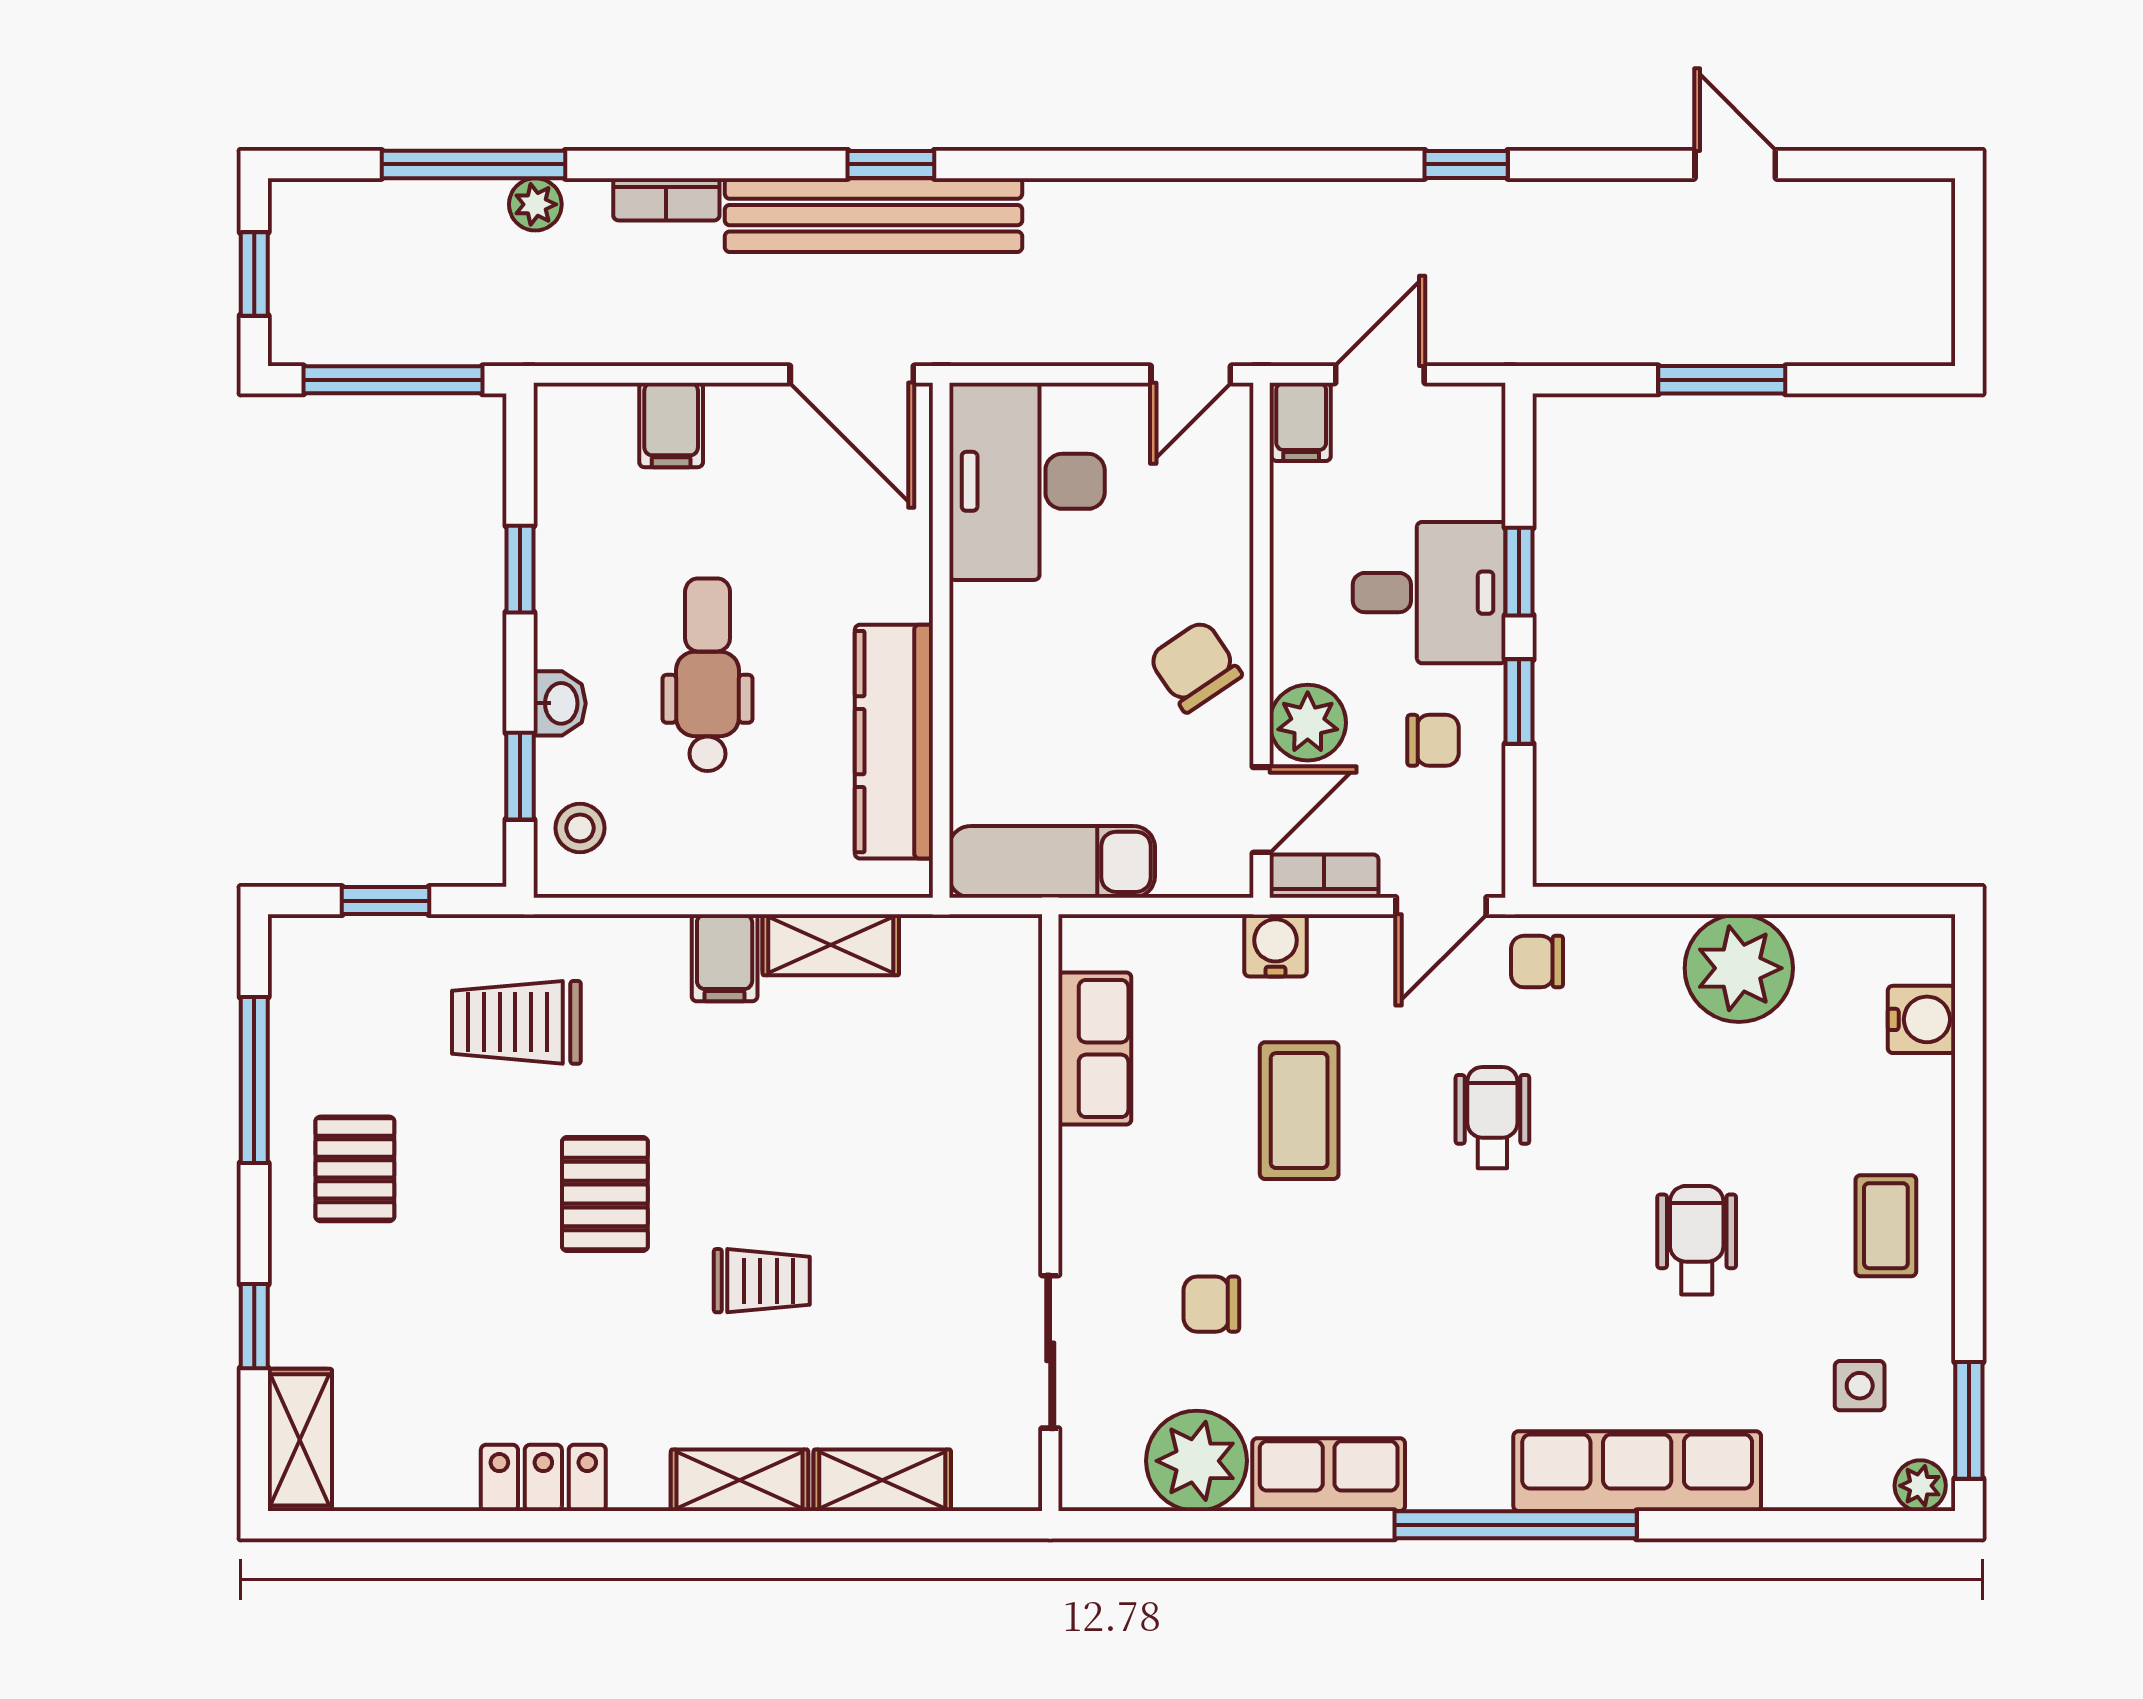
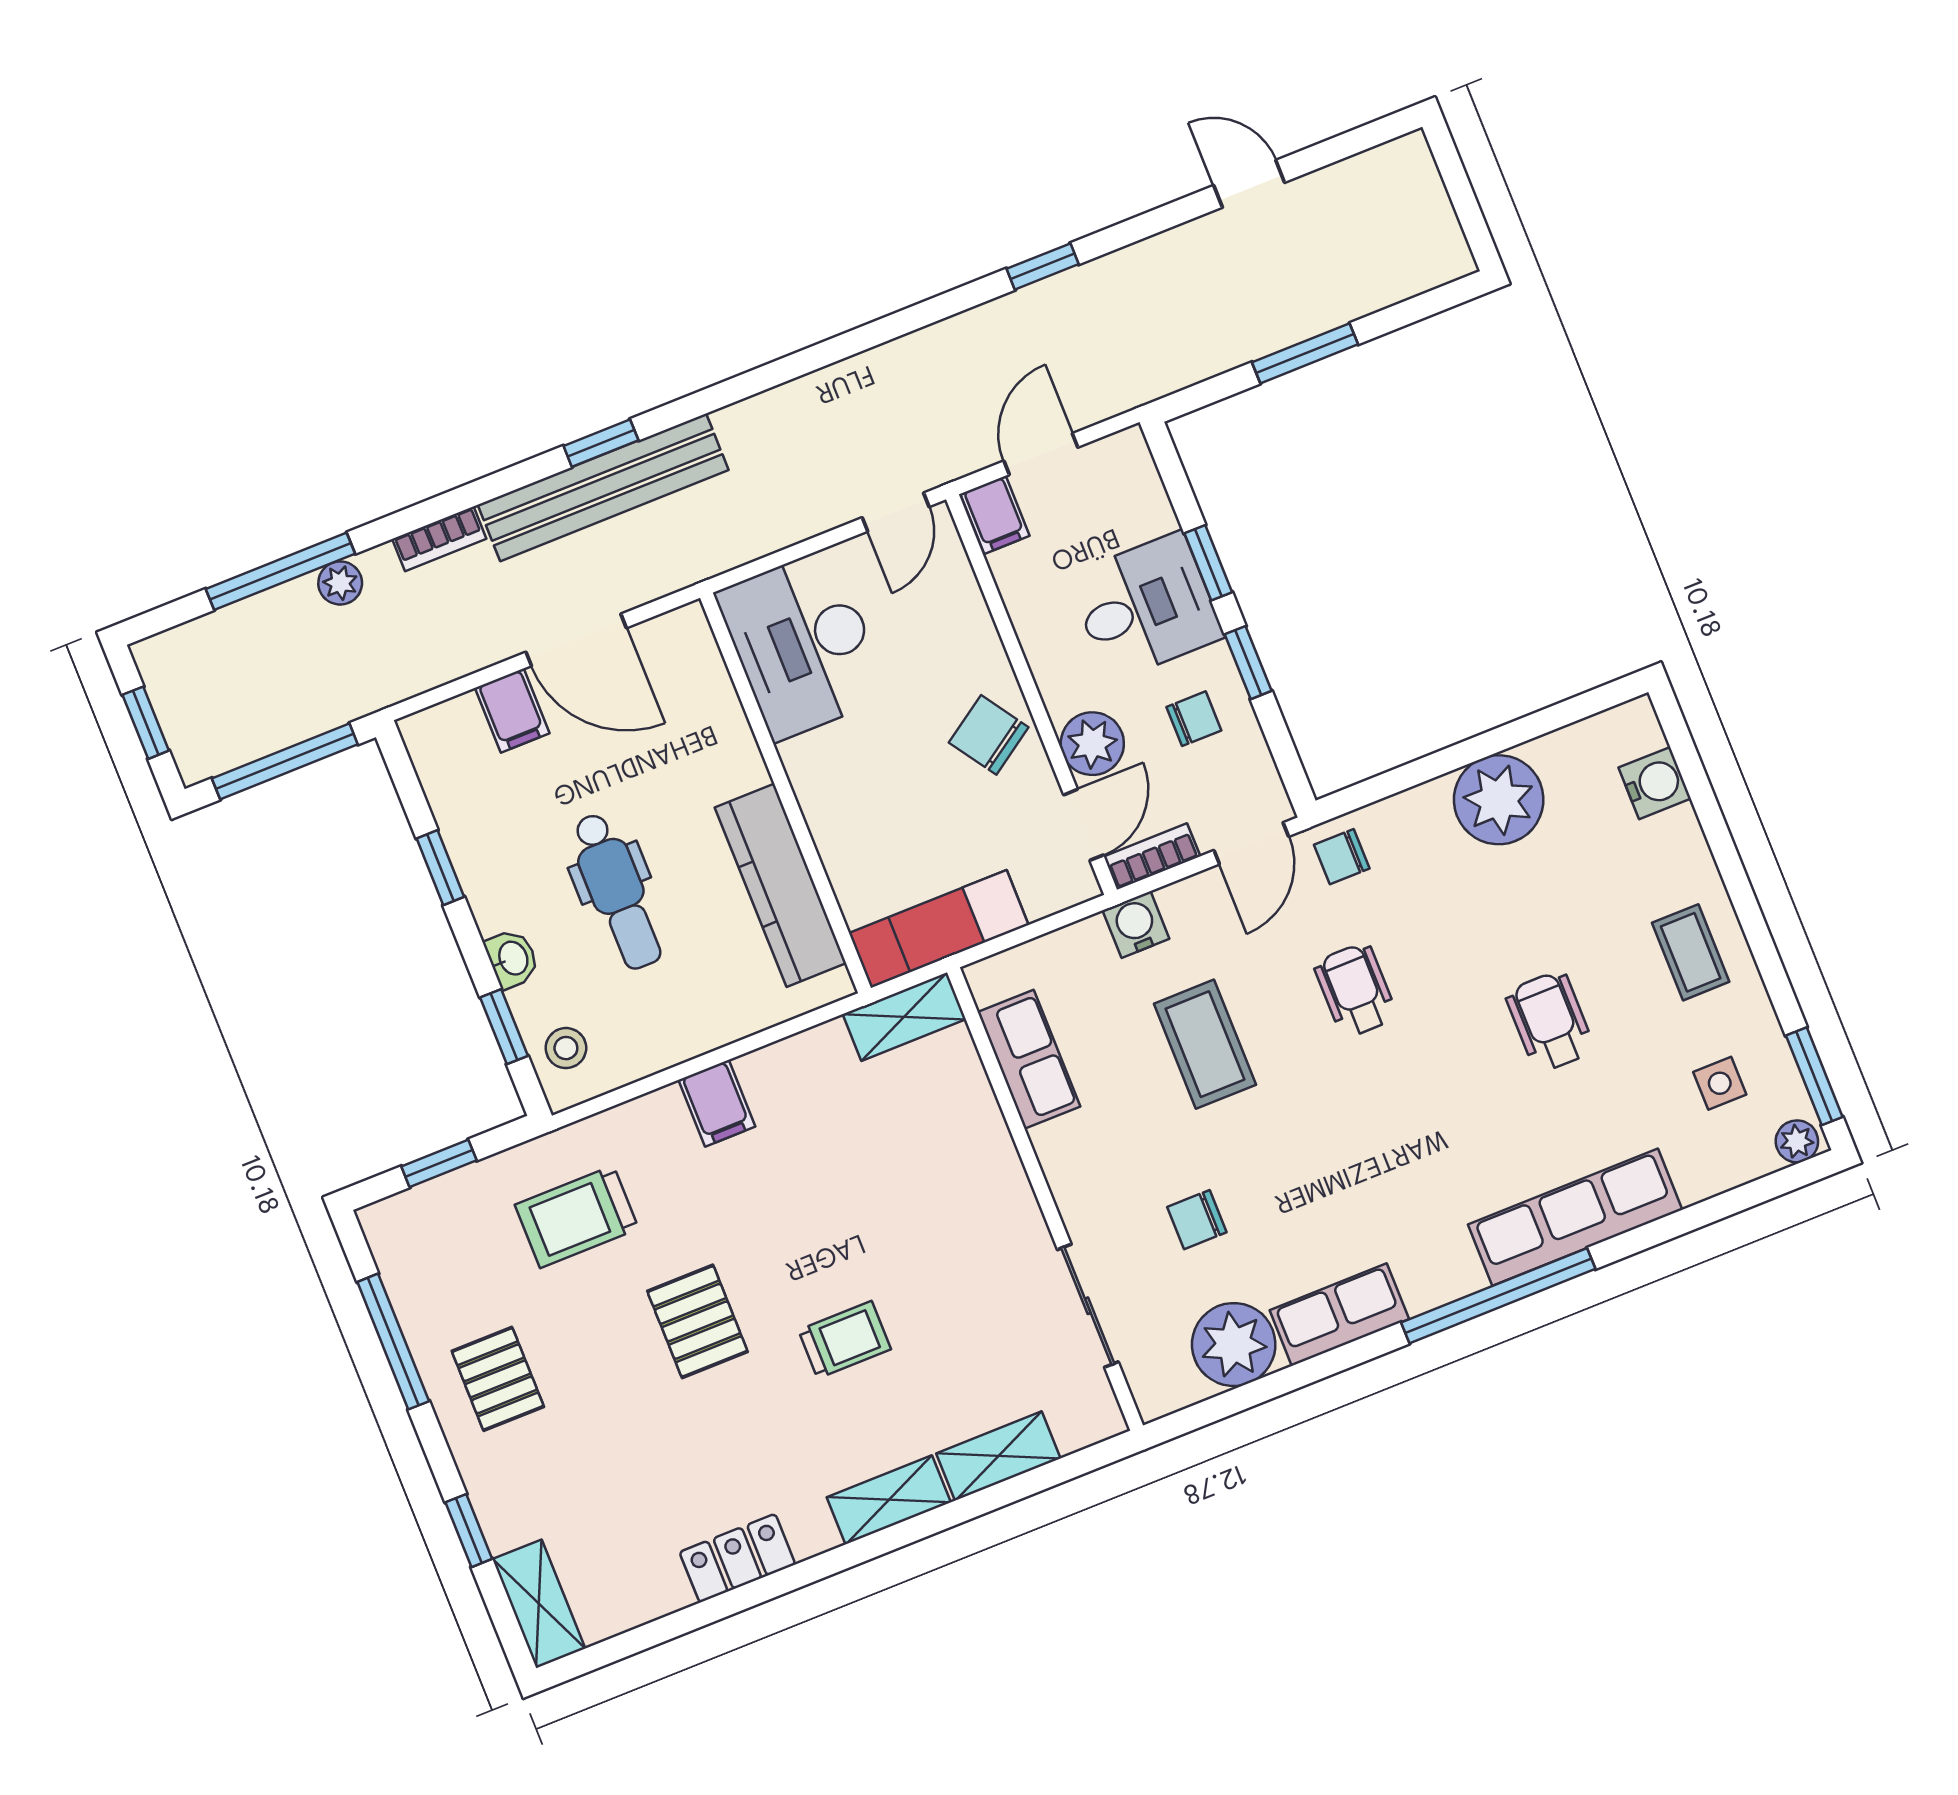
door: (852, 374) -> (576, 640), moved
dental chair: (708, 675) -> (617, 891), turned 180
shelving: (831, 945) -> (904, 1017), moved

